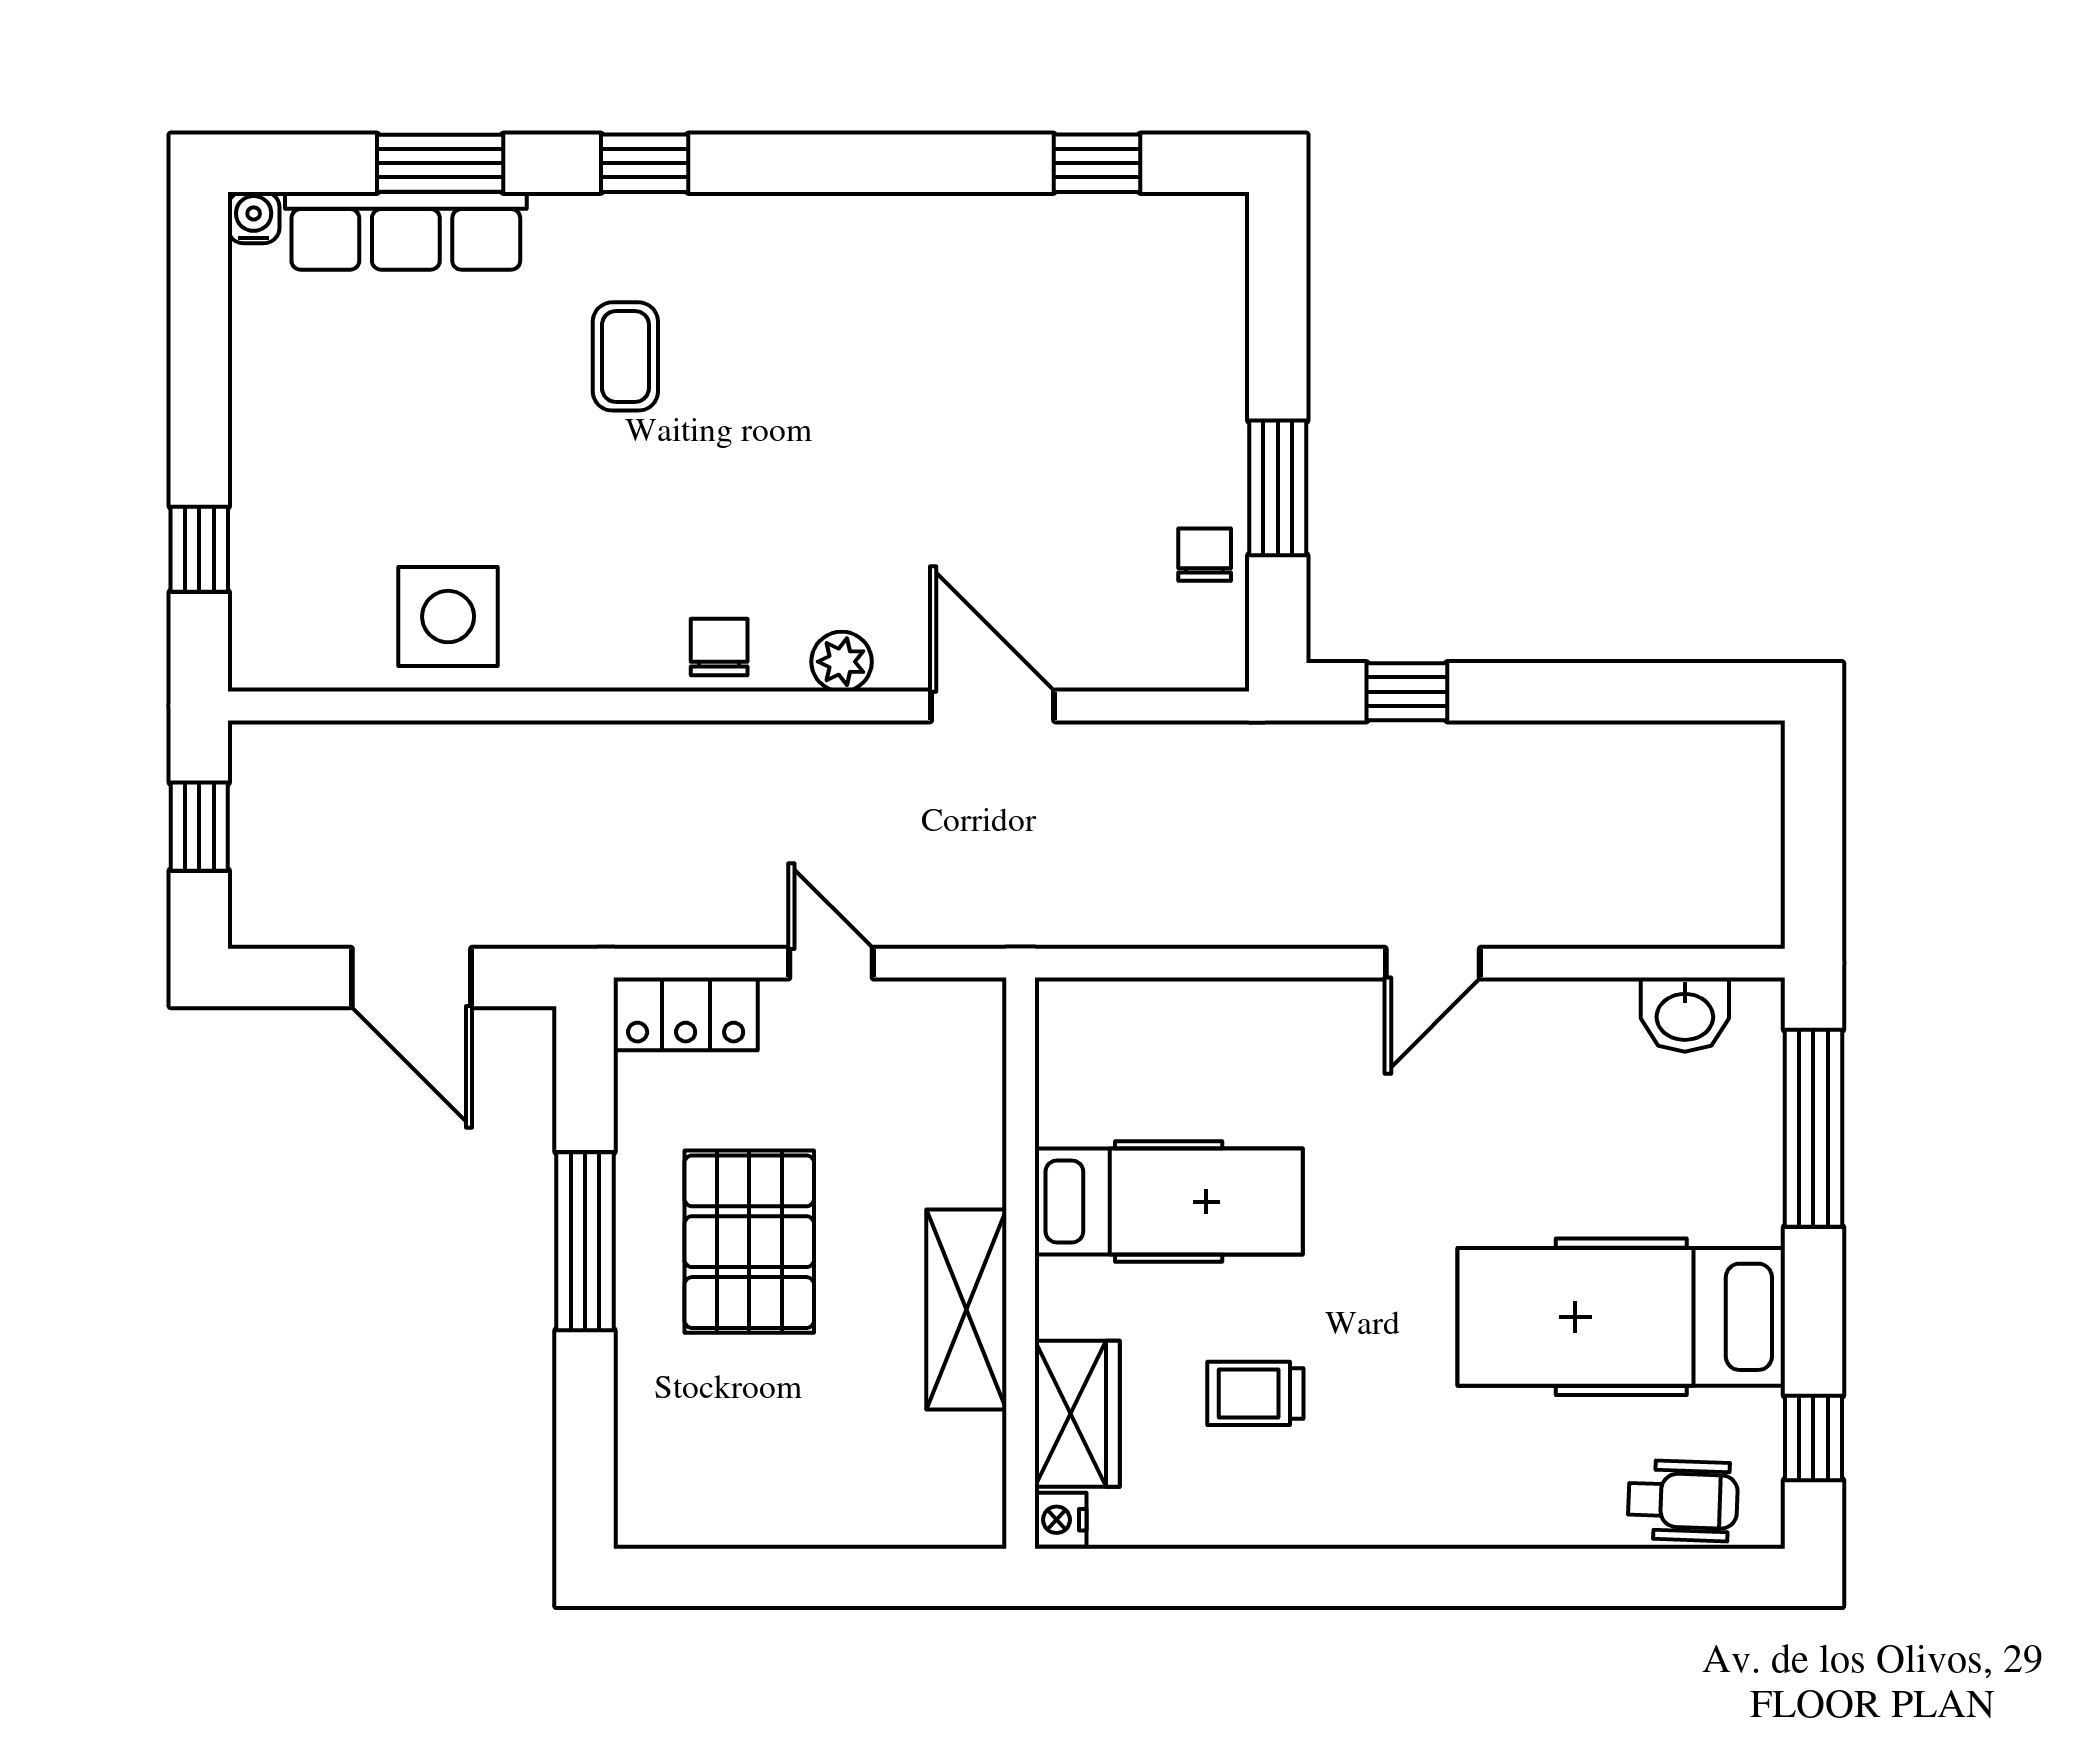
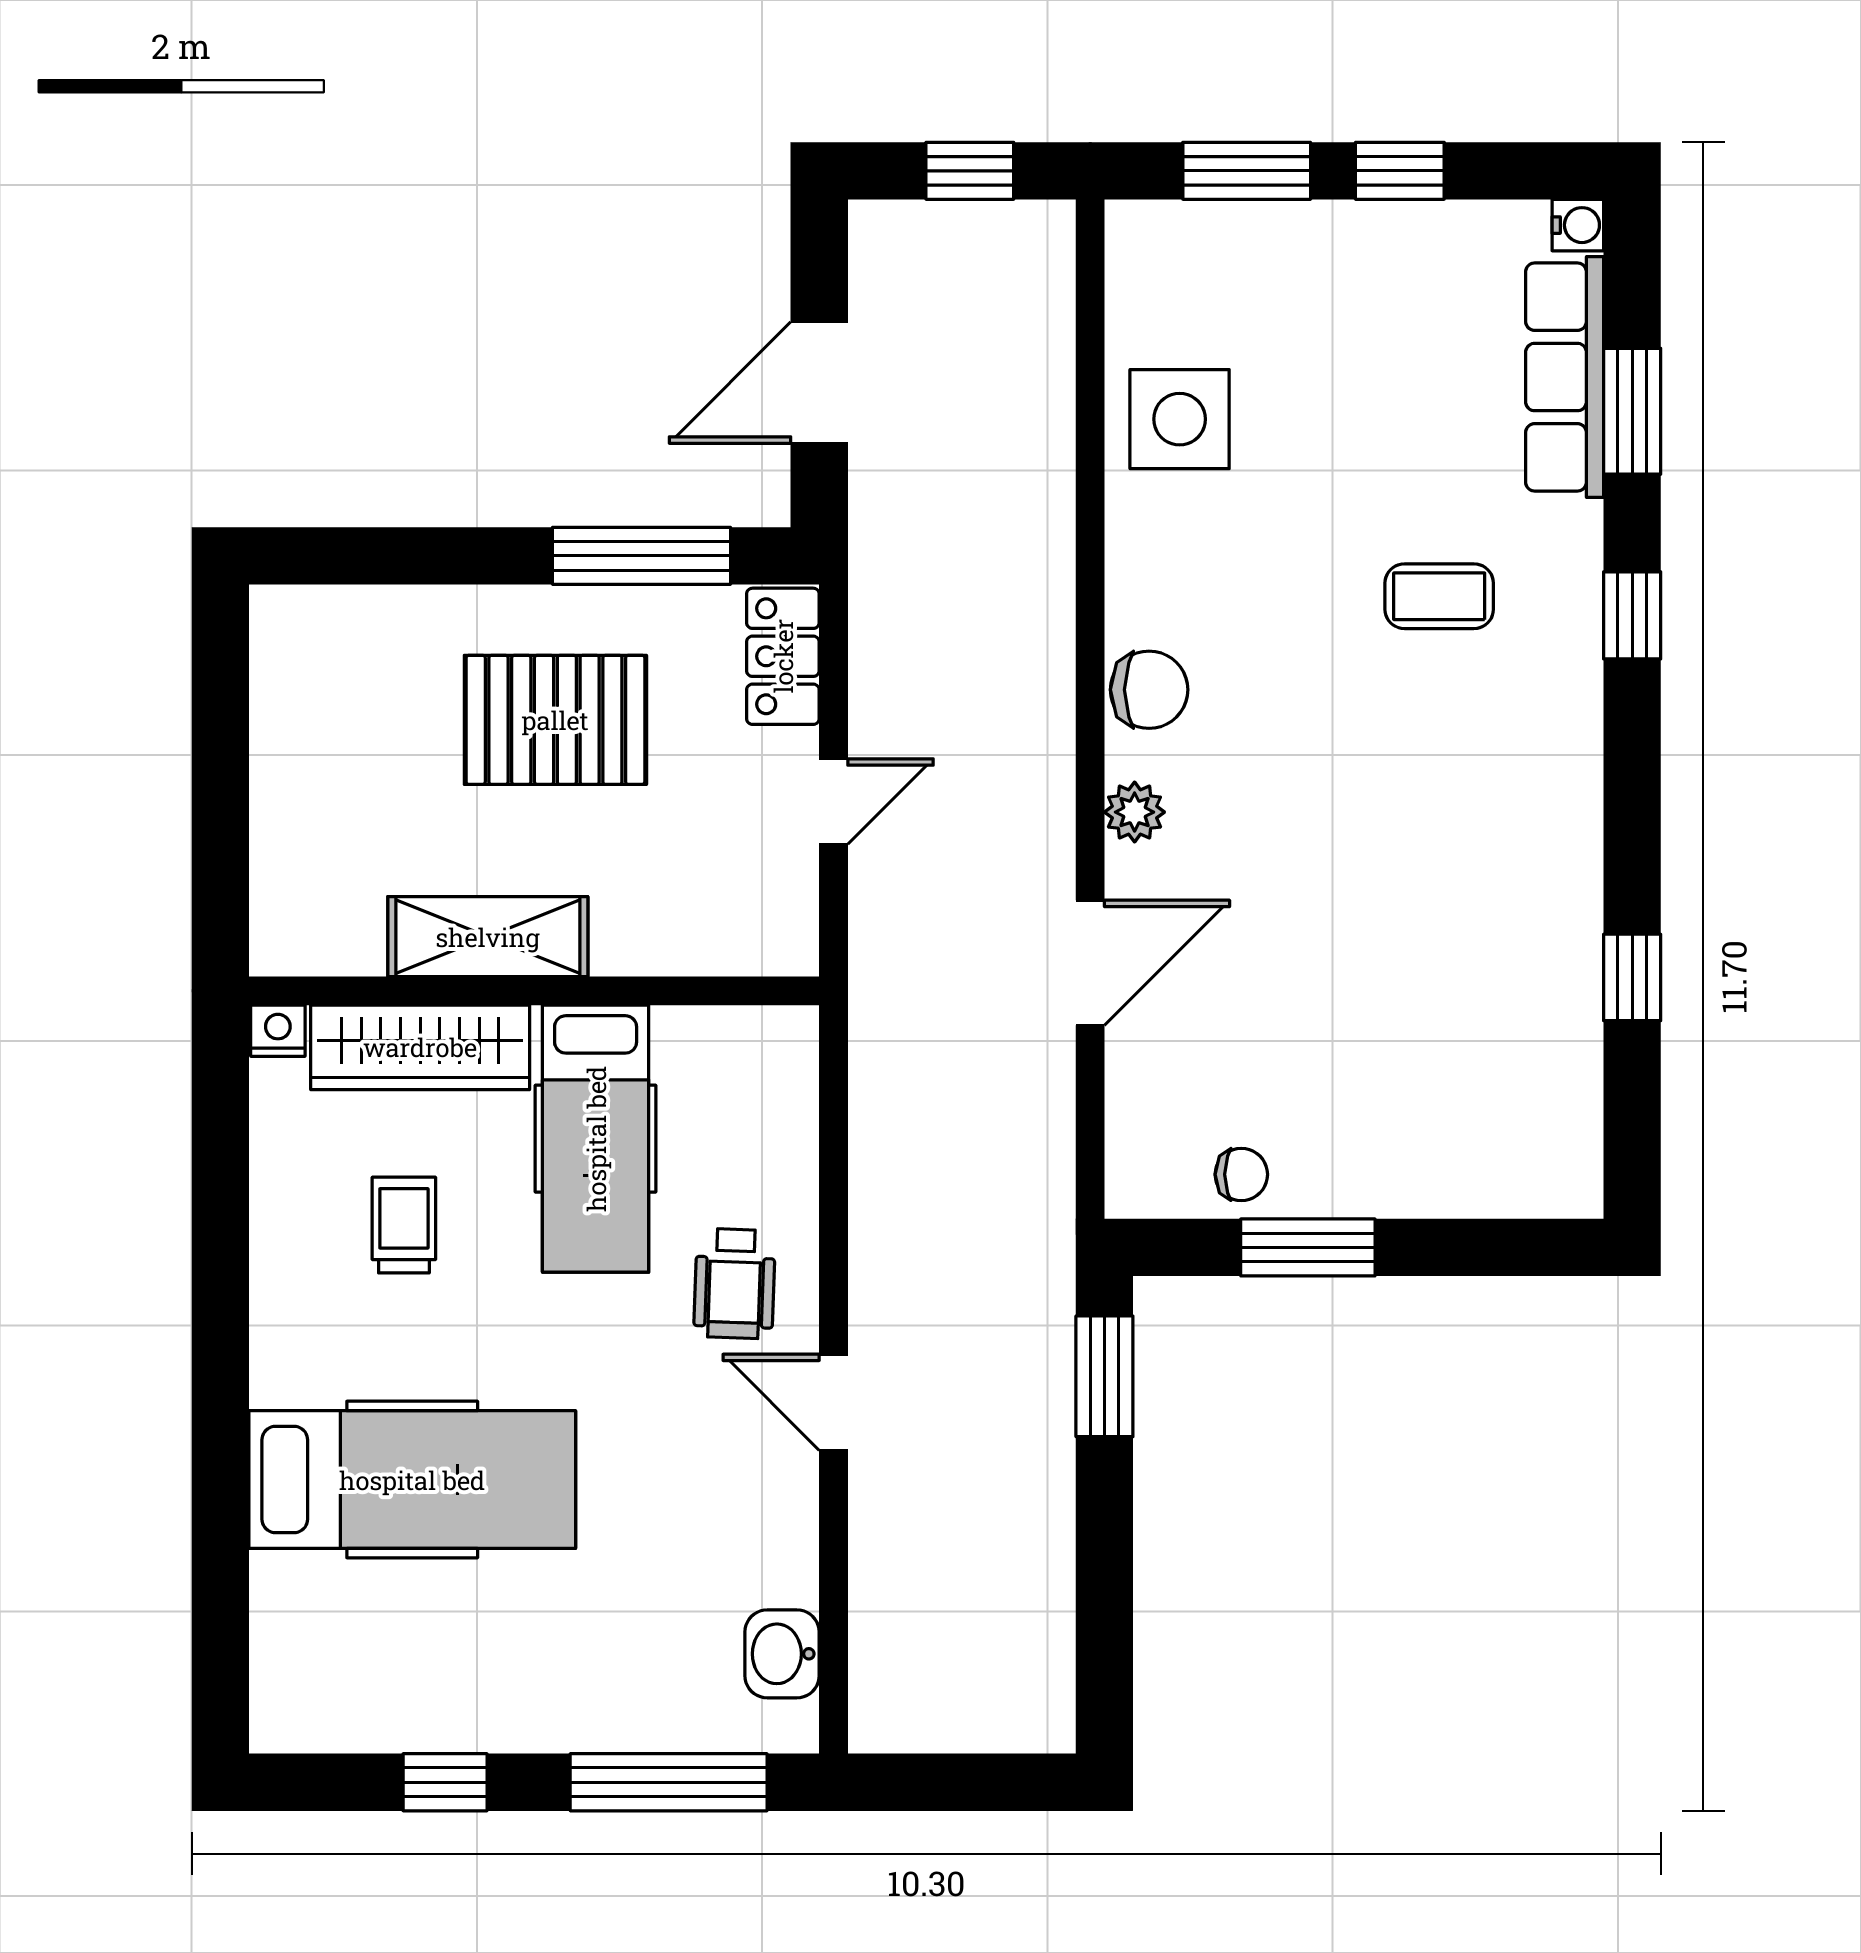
window: (1097, 163) -> (1632, 977), moved
window: (199, 396) -> (1400, 171), added
window: (199, 549) -> (1247, 171), width x1.50
chair: (719, 647) -> (1149, 690), width x1.37, depth x1.37
window: (1407, 692) -> (1104, 1376), width x1.50
window: (585, 1241) -> (642, 556), moved
hospital bed: (1621, 1317) -> (412, 1480), moved, turned 90
wardrobe: (1077, 1414) -> (420, 1047), width x1.50
window: (1813, 1438) -> (445, 1782), moved
wheelchair: (1683, 1501) -> (735, 1284), moved

